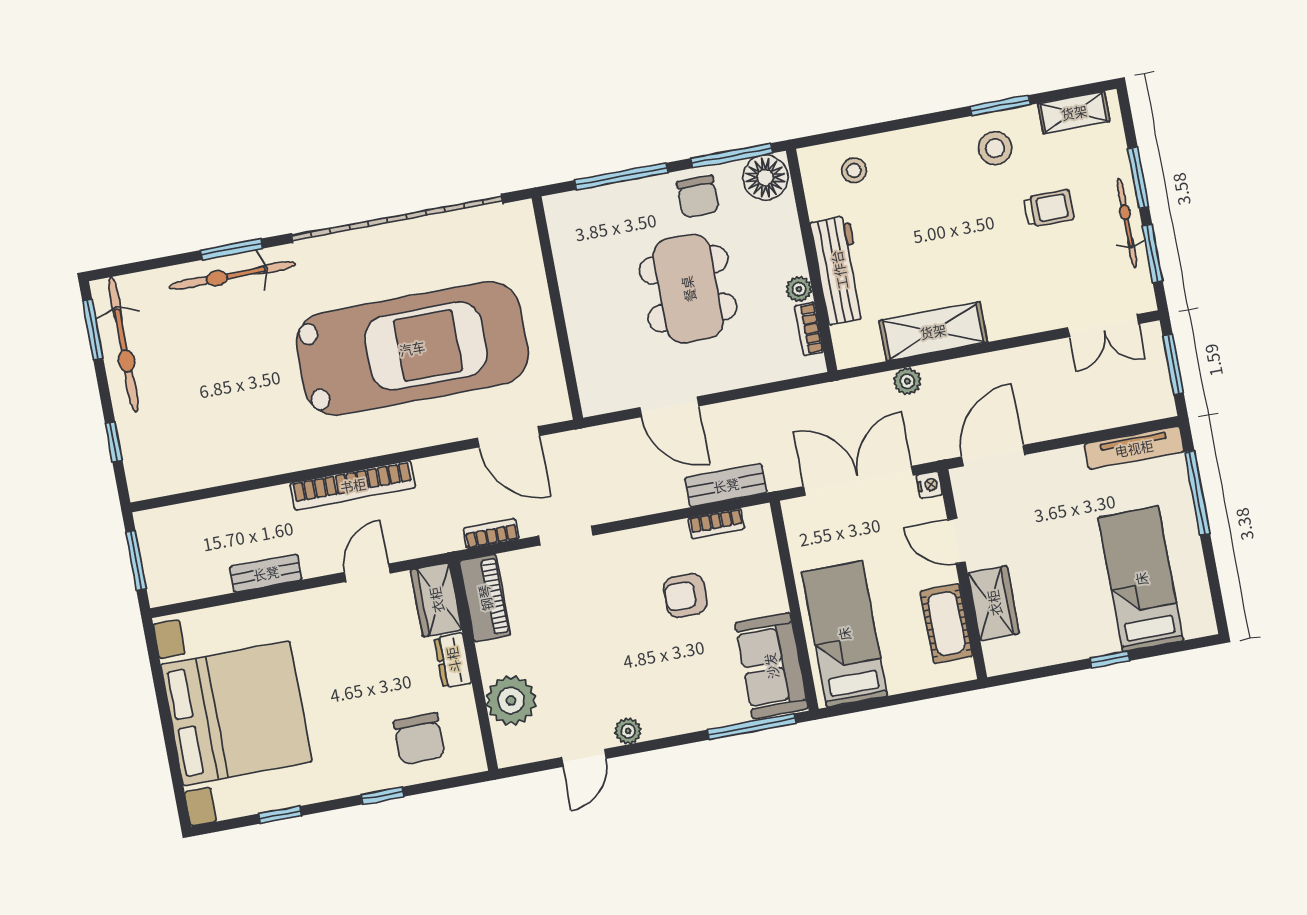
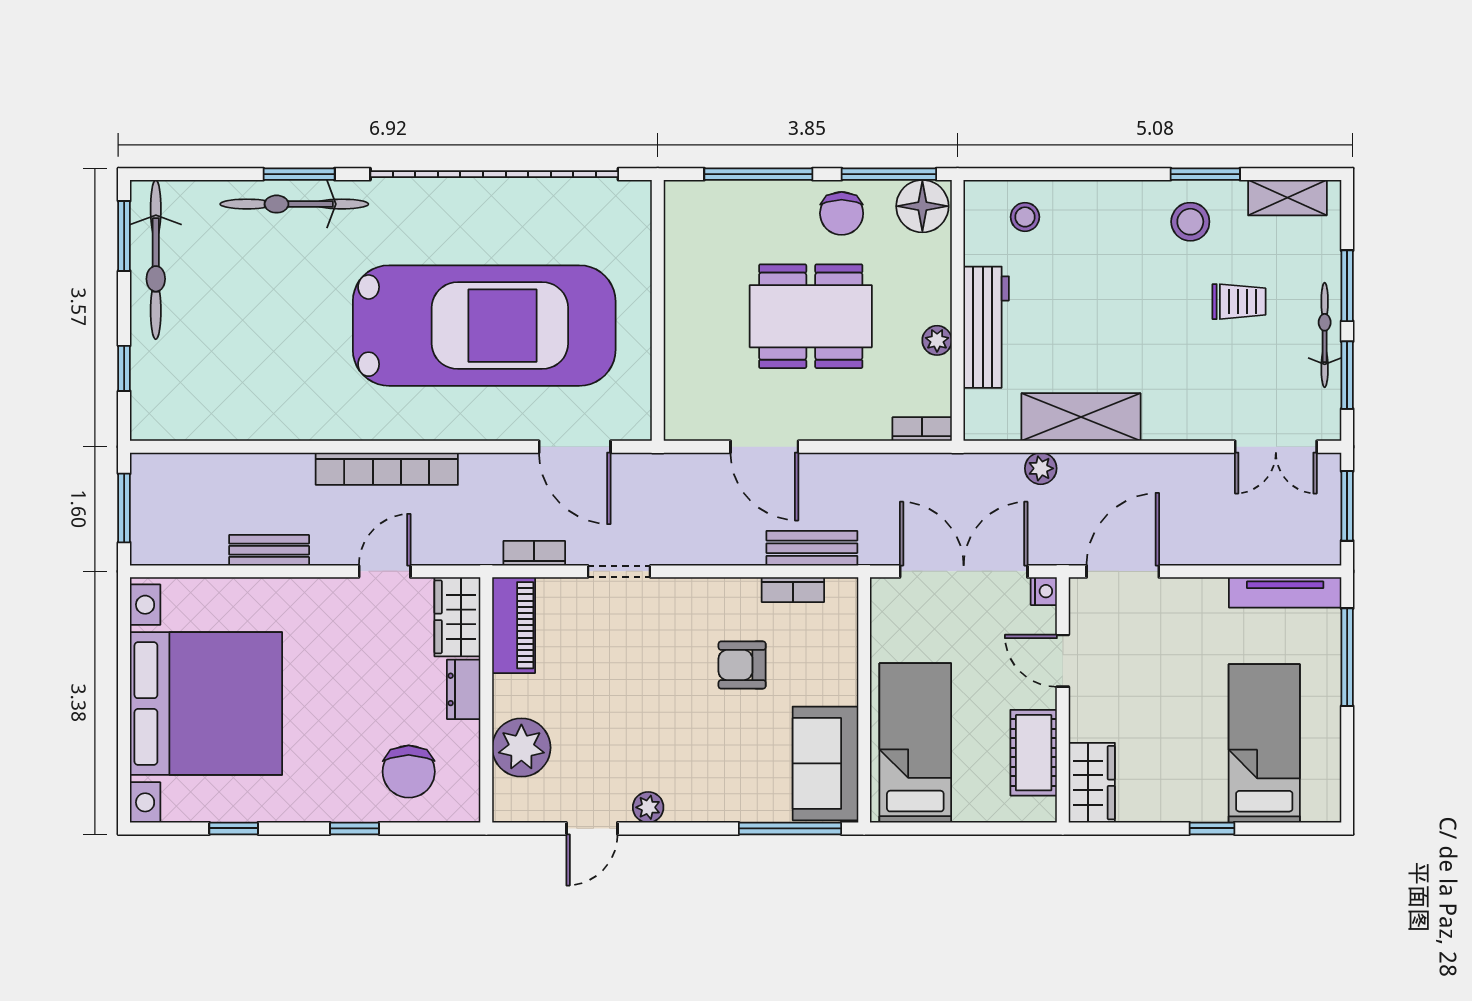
dining table: (688, 289) -> (811, 316), turned 90
bookcase: (809, 329) -> (922, 429), moved, turned 90
wardrobe: (994, 603) -> (1092, 783), moved

